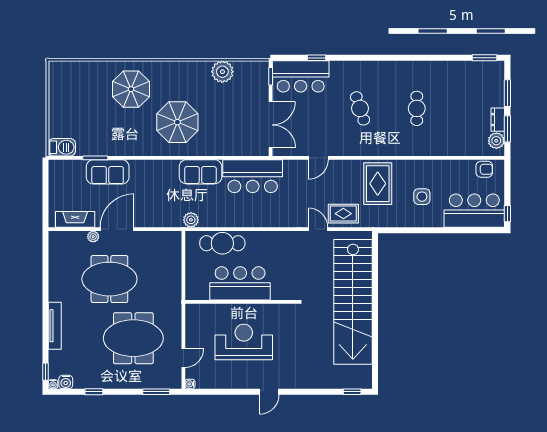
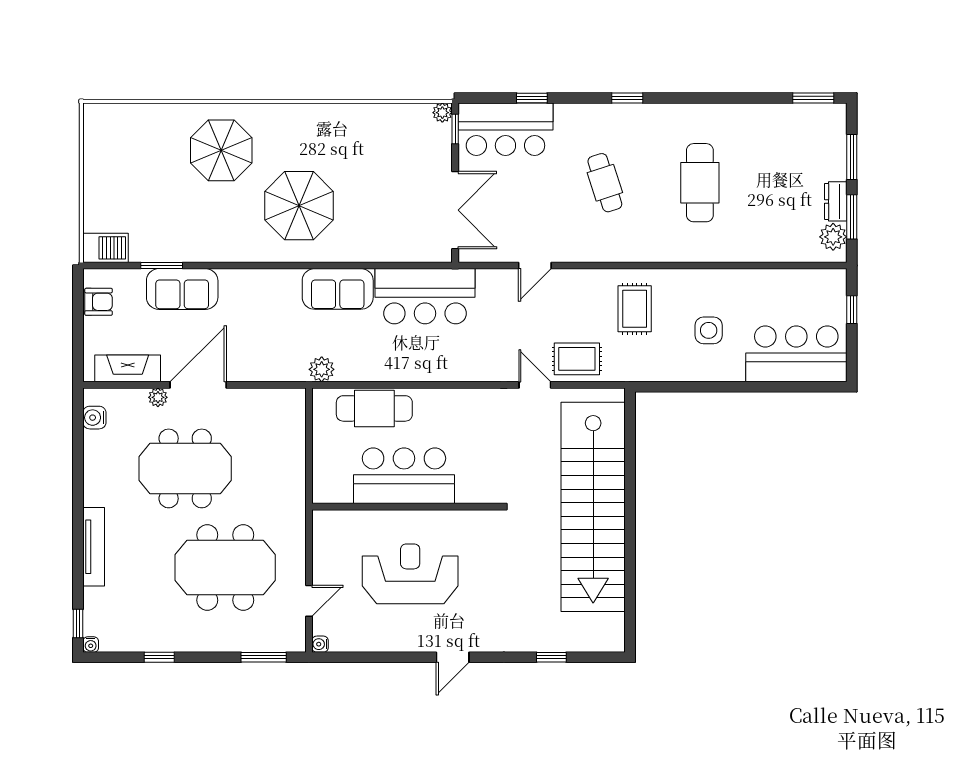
window: (373, 58) -> (627, 98), added
plant: (222, 72) -> (442, 113), moved, width x0.53, depth x0.53
cafe table: (417, 108) -> (700, 183), width x1.37, depth x1.35
armchair: (484, 169) -> (99, 302), moved
rug: (378, 184) -> (635, 309), width x0.73, depth x0.70
window: (507, 214) -> (852, 310), moved
water cooler: (66, 382) -> (94, 418), moved, turned 90
window: (352, 392) -> (551, 657), moved

